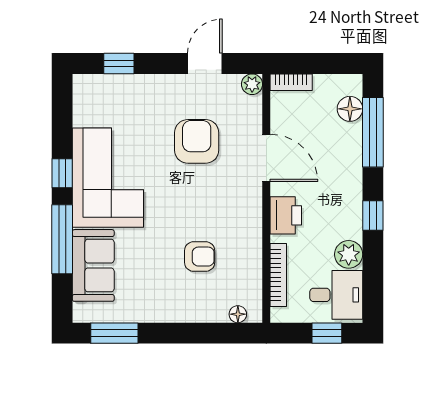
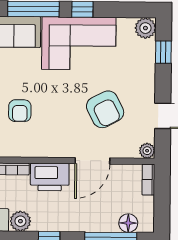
plant: (87, 88) -> (145, 28), added
armchair: (197, 141) -> (105, 109), turned 63
printer: (286, 215) -> (50, 177), width x1.37, depth x1.19

